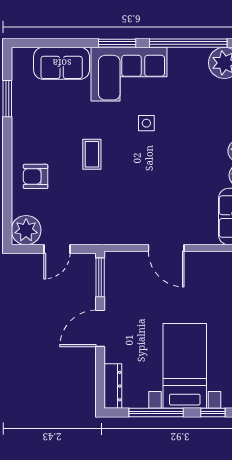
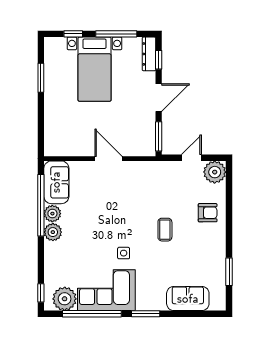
corner sofa: (129, 74) -> (106, 290), moved
window: (100, 378) -> (159, 60), added

